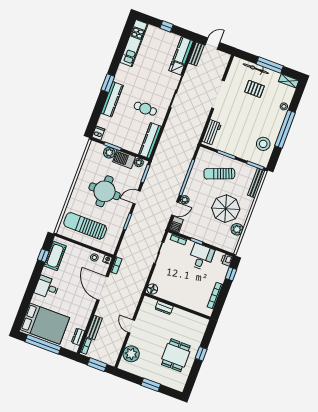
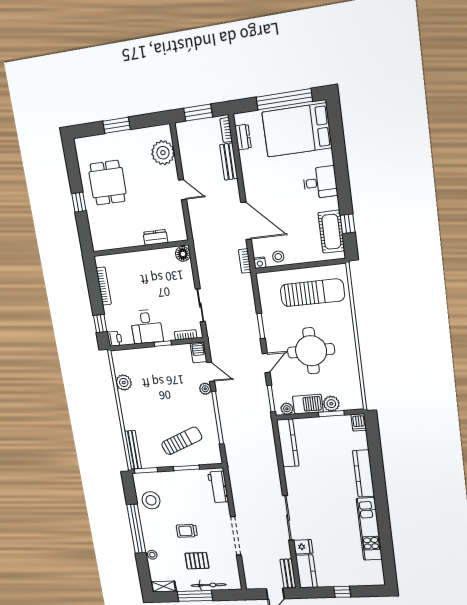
kitchen unit: (134, 43) -> (369, 529), moved
window: (108, 83) -> (380, 491), removed
cafe table: (145, 109) -> (315, 480), removed
trolley: (250, 112) -> (187, 531), added
door: (175, 209) -> (211, 372), swing flipped
parasol: (226, 209) -> (151, 402), removed

